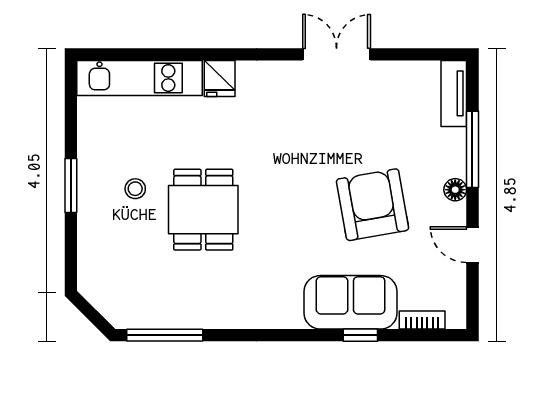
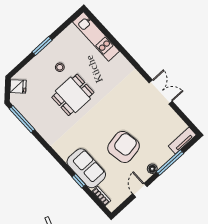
fridge: (220, 78) -> (18, 86), moved, turned -135

